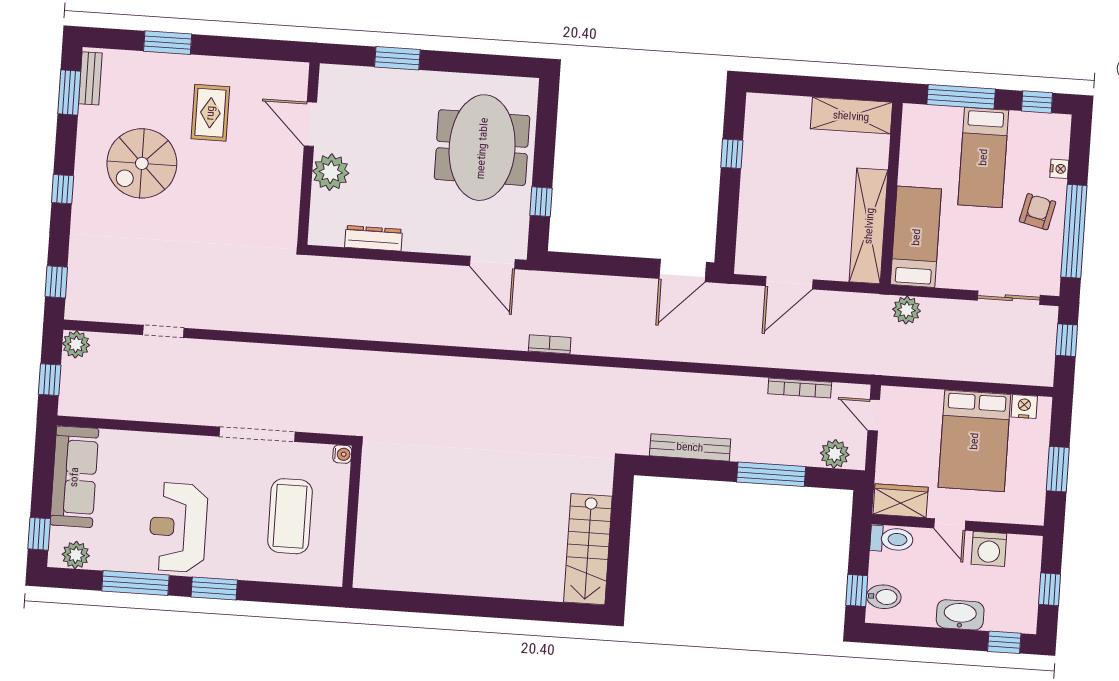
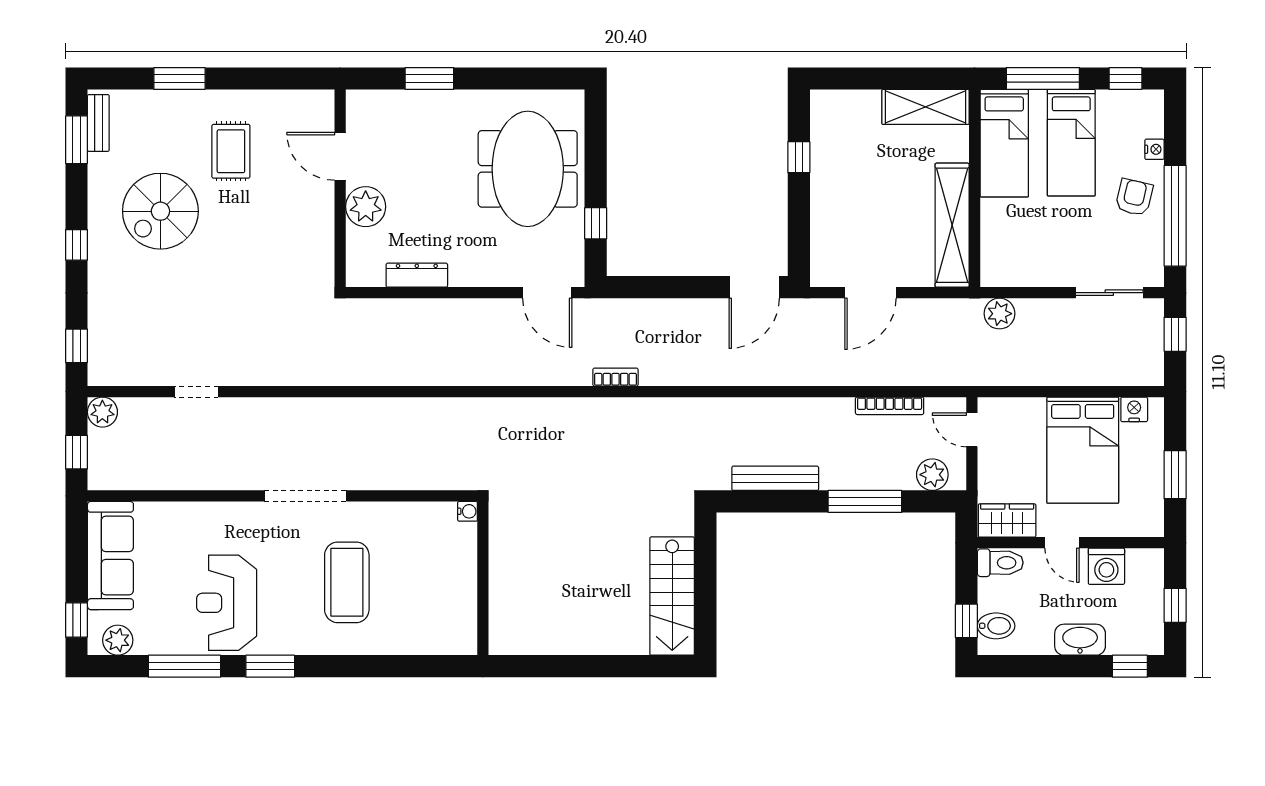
bed: (916, 237) -> (1004, 143), moved, turned 180
water cooler: (342, 454) -> (468, 511), moved
wall: (352, 517) -> (483, 578), moved

